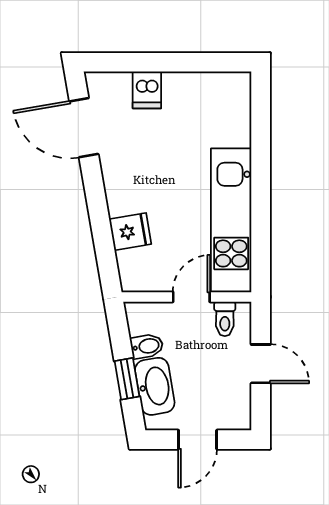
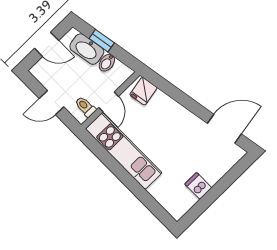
dishwasher: (147, 90) -> (198, 186), moved
fridge: (130, 232) -> (143, 91), moved
door: (198, 440) -> (47, 44), swing flipped

